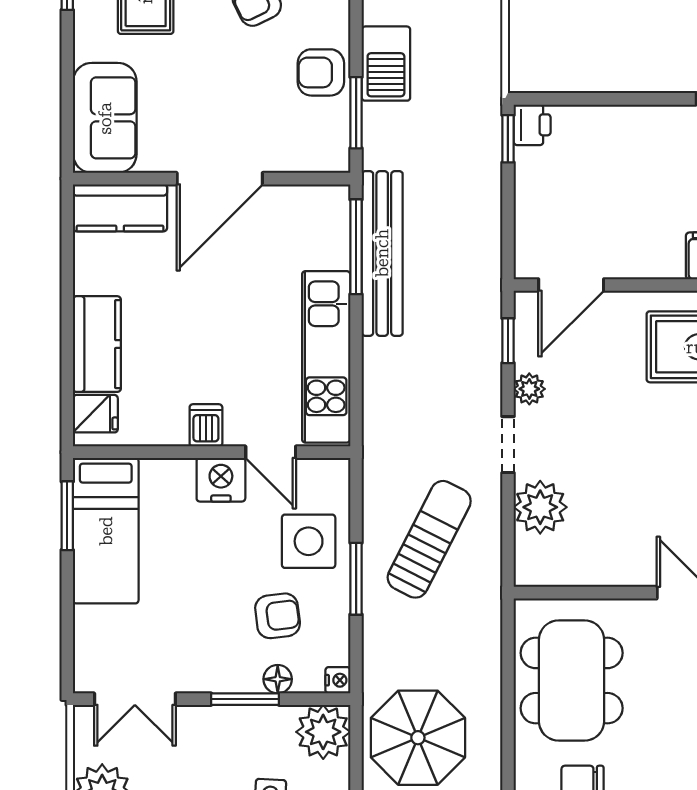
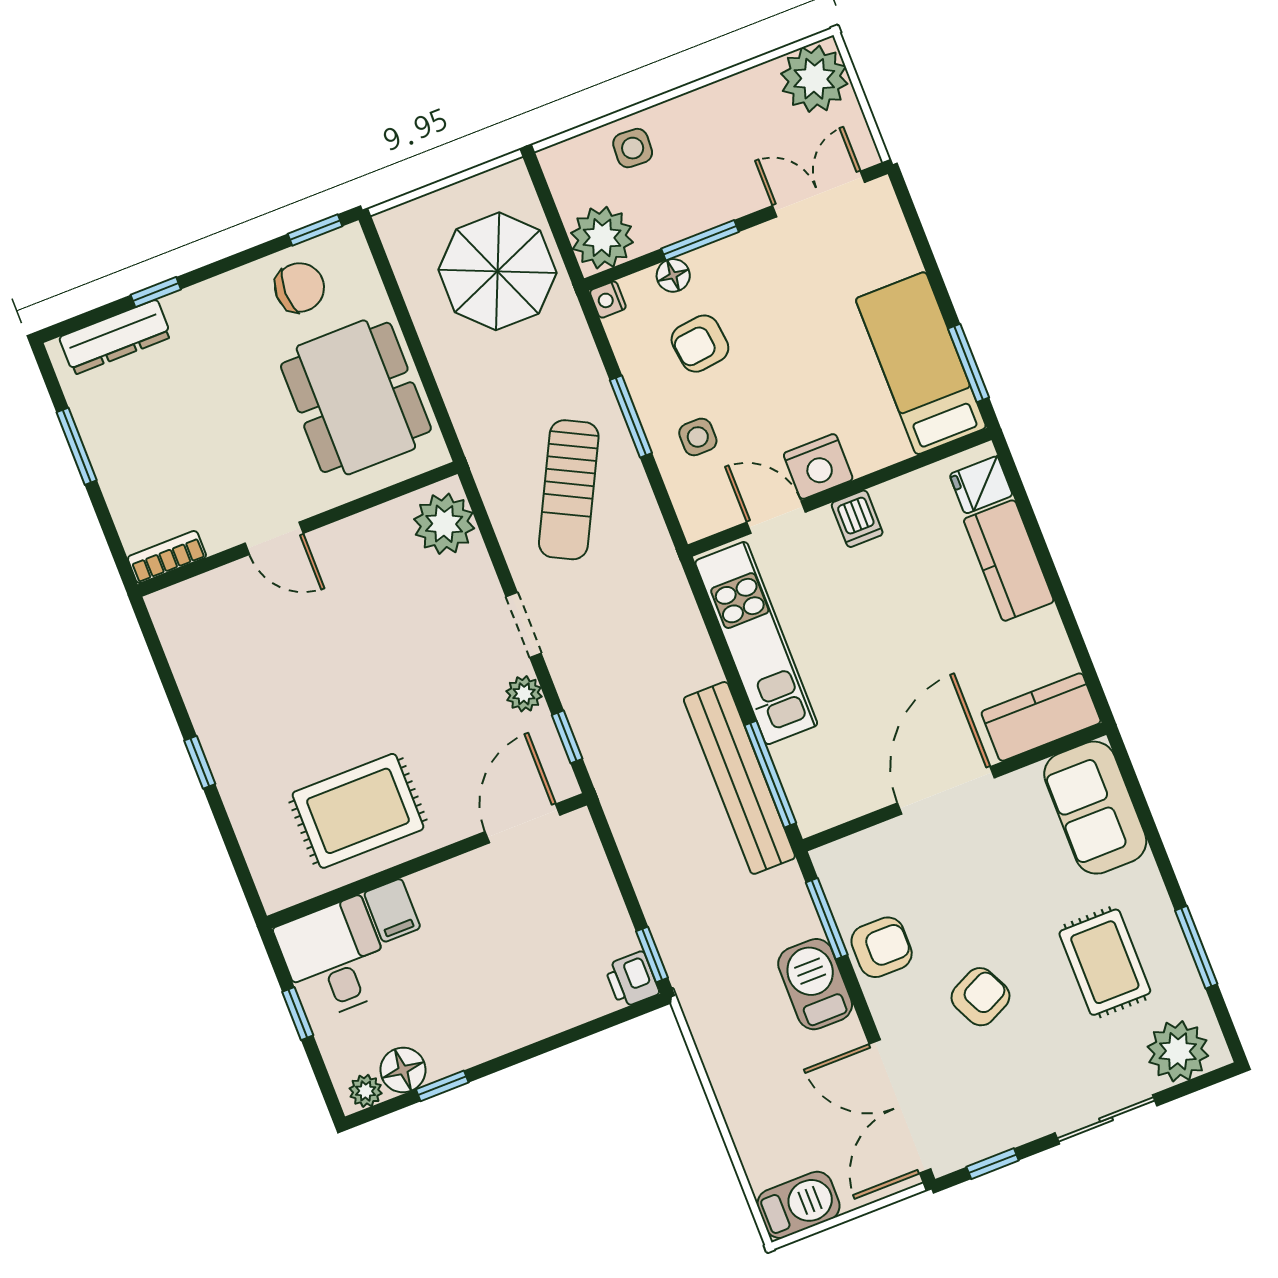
plant: (540, 507) -> (444, 524), moved
side table: (309, 541) -> (698, 437), width x0.54, depth x0.54

